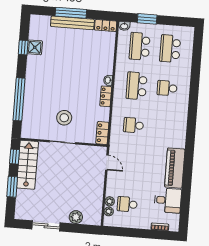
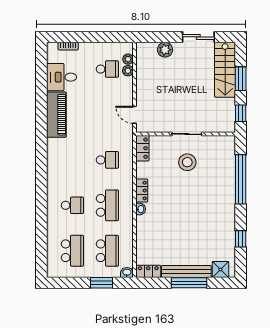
shower: (35, 47) -> (220, 269), moved
stairs: (27, 165) -> (225, 70), moved

